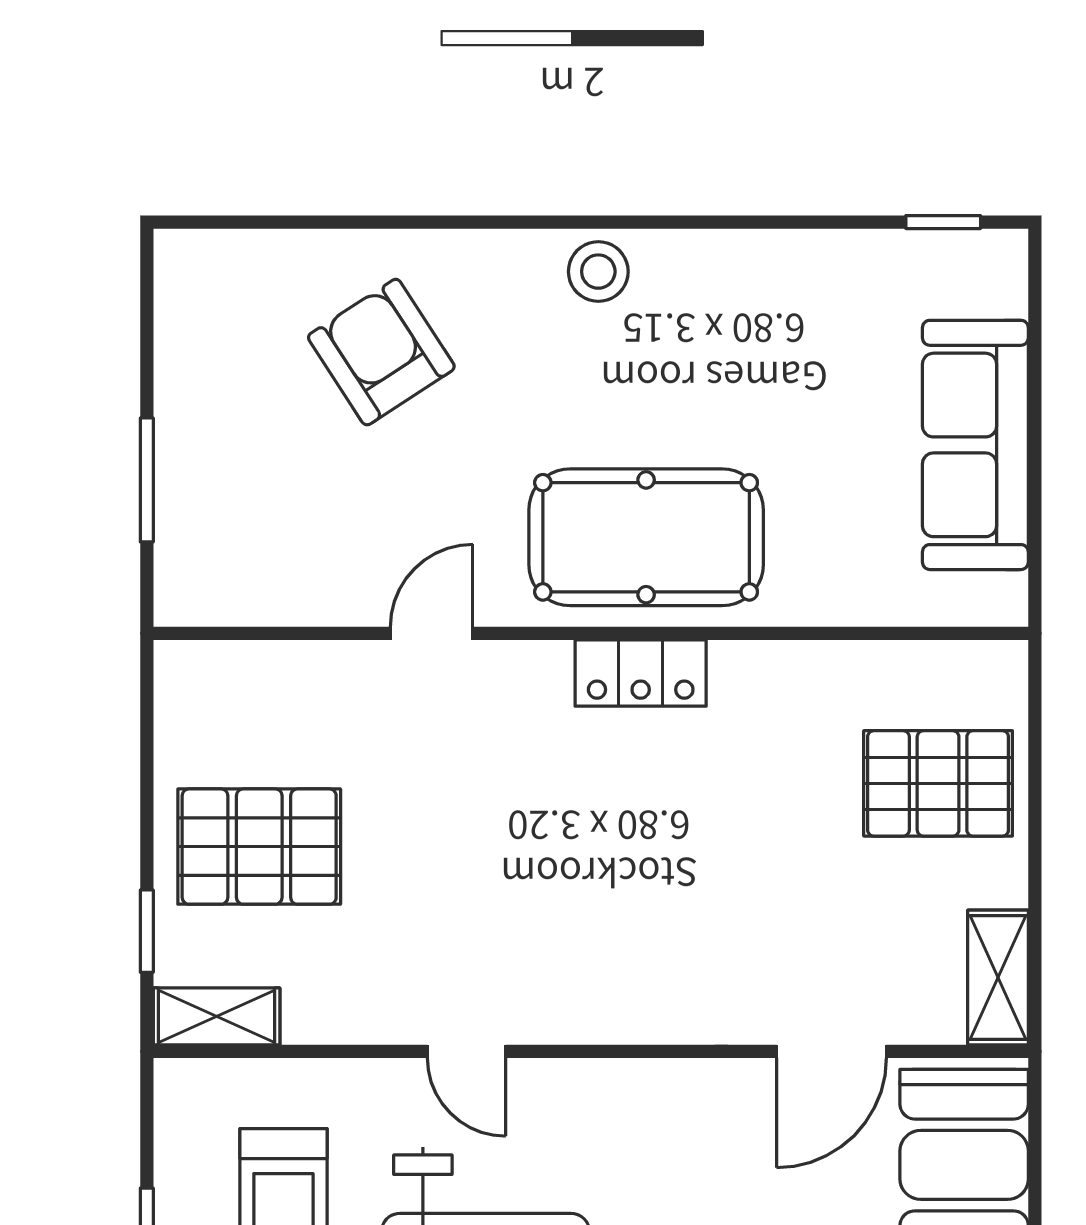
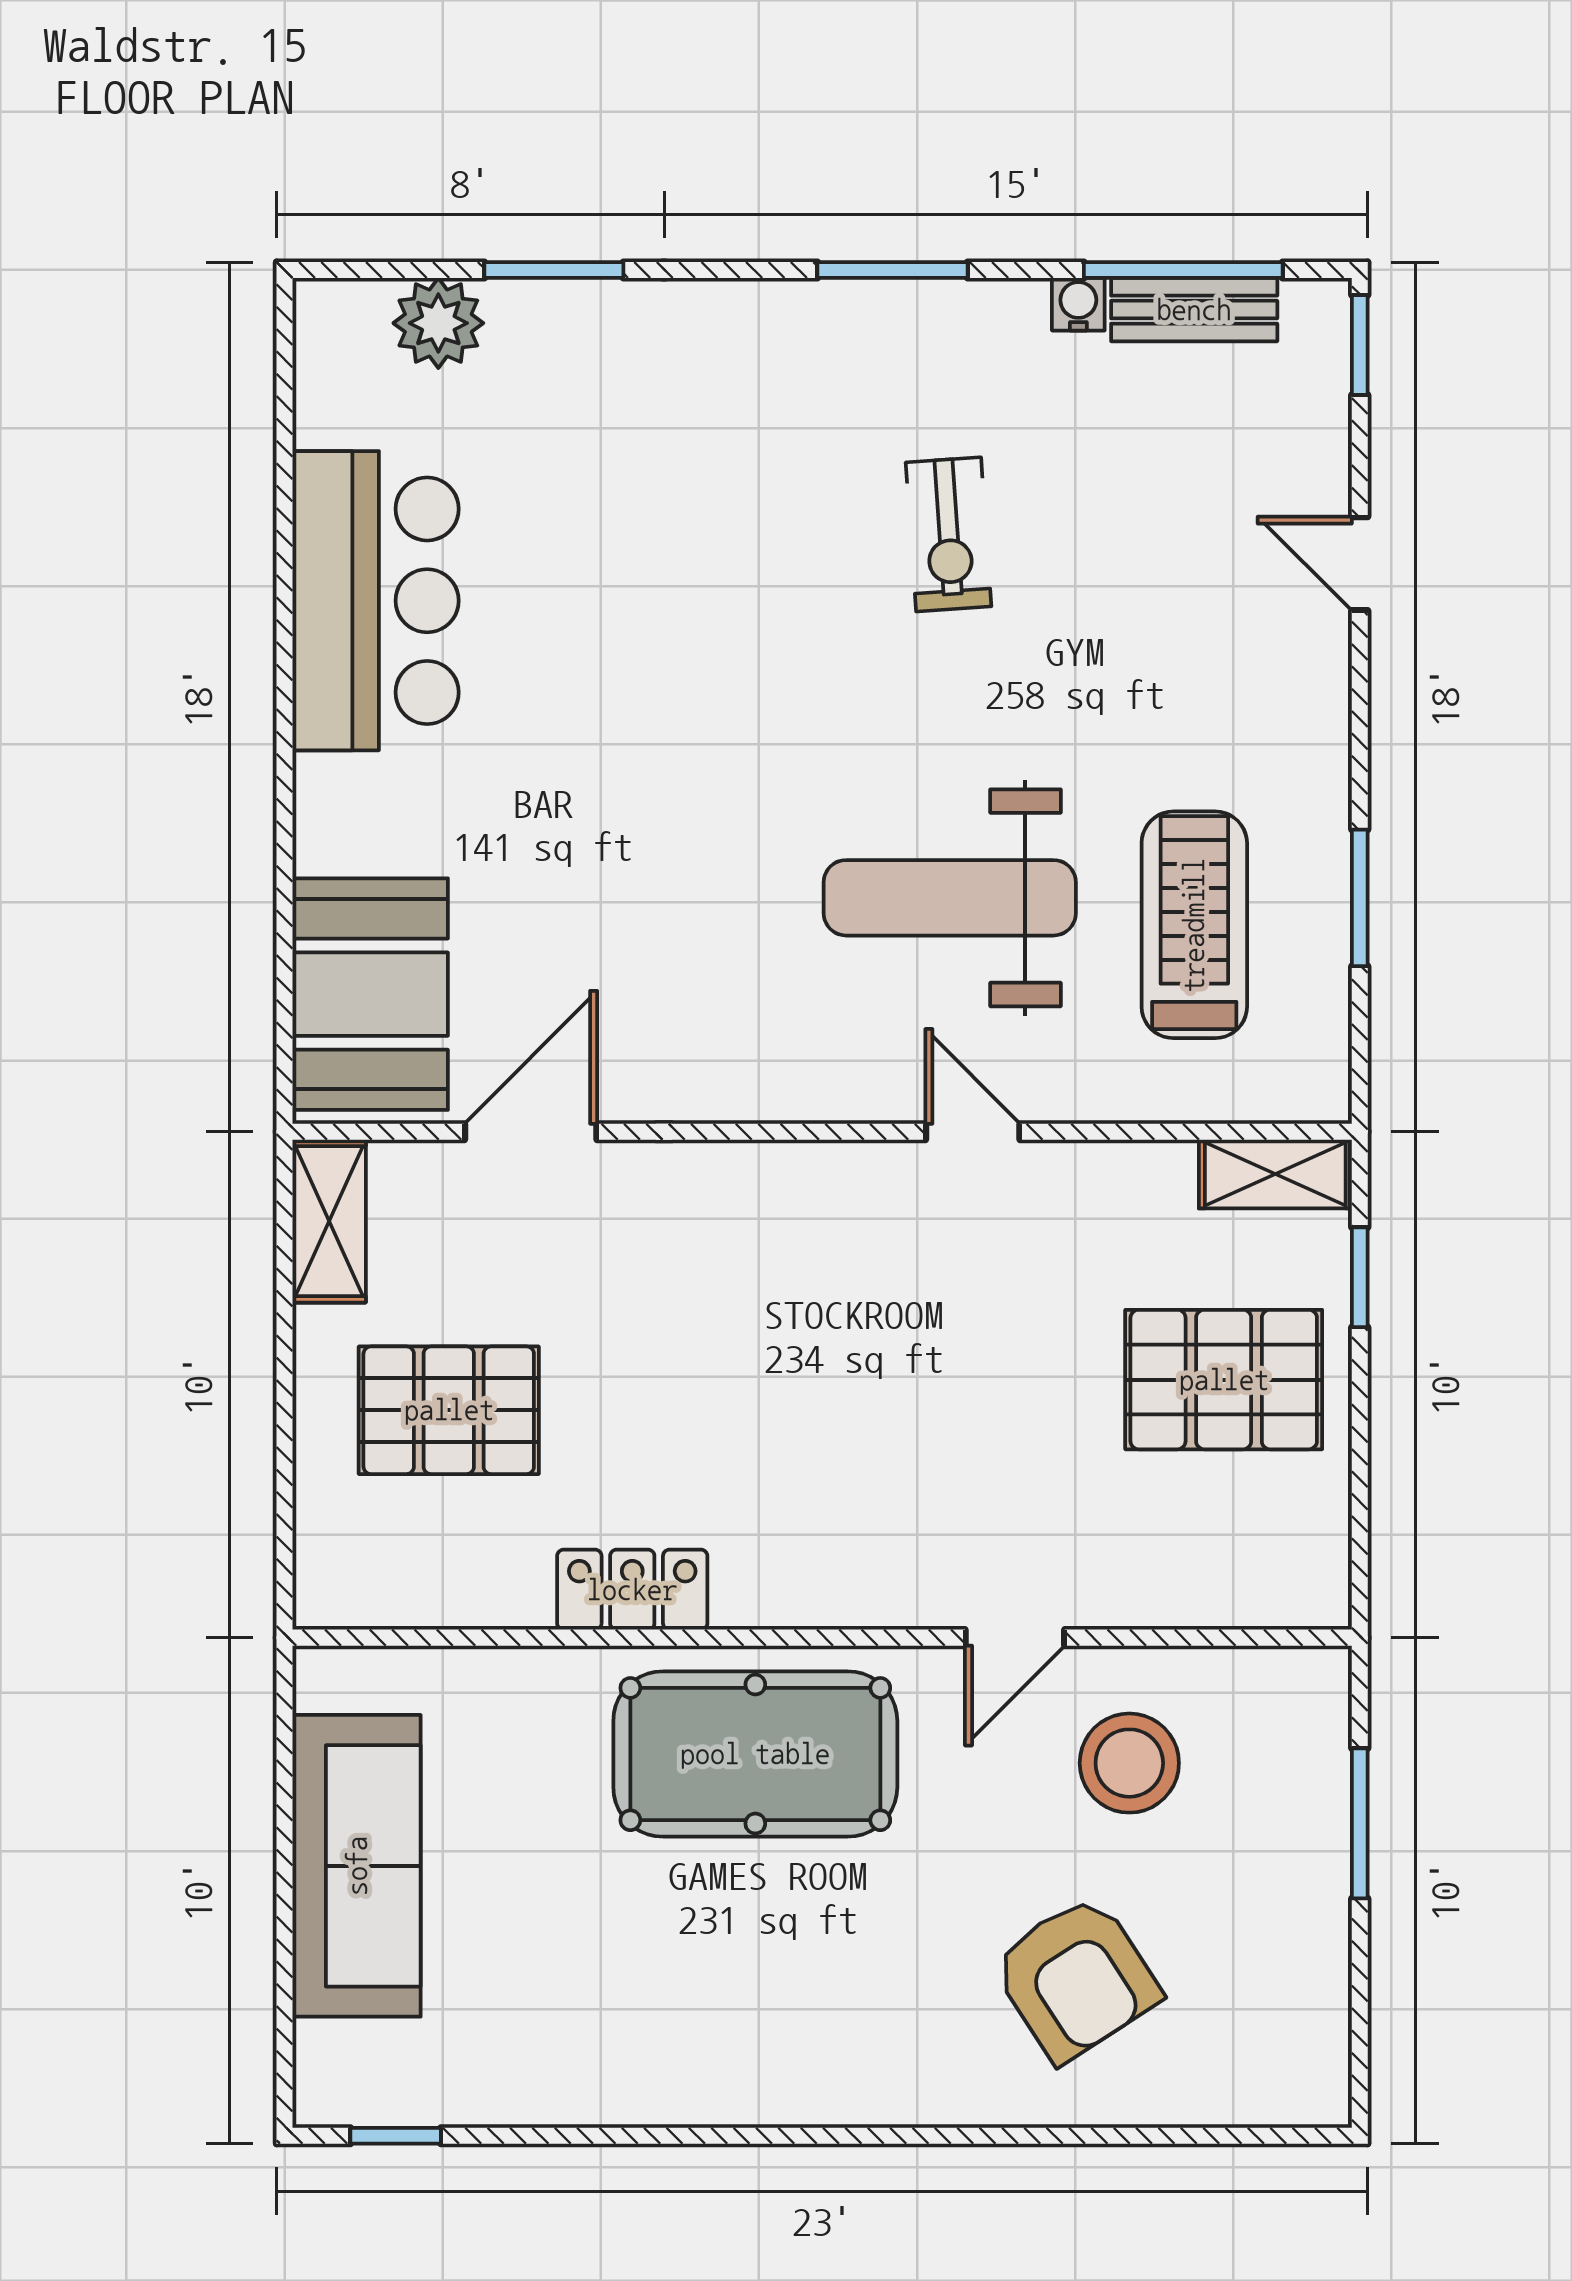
stool: (598, 272) -> (1129, 1763), moved, width x1.38, depth x1.38
locker: (641, 673) -> (632, 1590), moved
pallet: (938, 783) -> (449, 1410), moved

